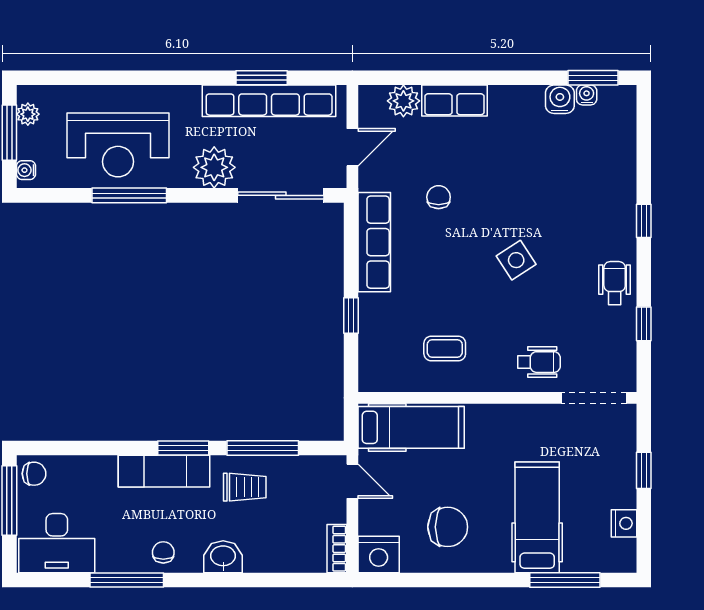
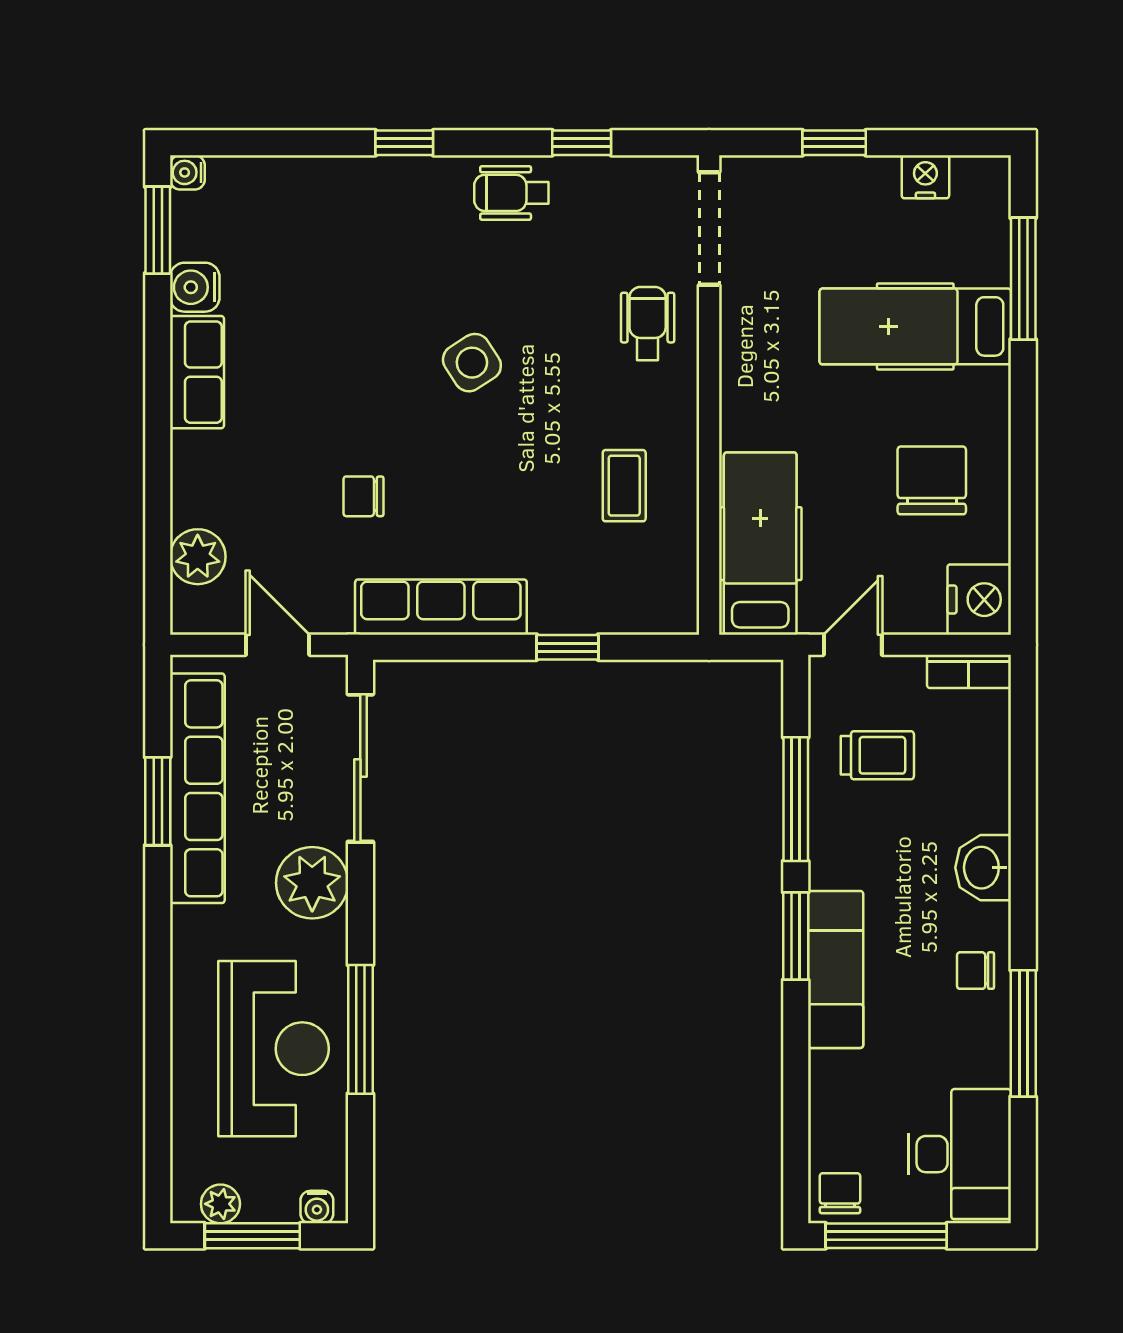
water cooler: (587, 95) -> (187, 172), moved
row of seats: (454, 101) -> (197, 372), moved
trolley: (245, 487) -> (877, 755), moved, turned 90

